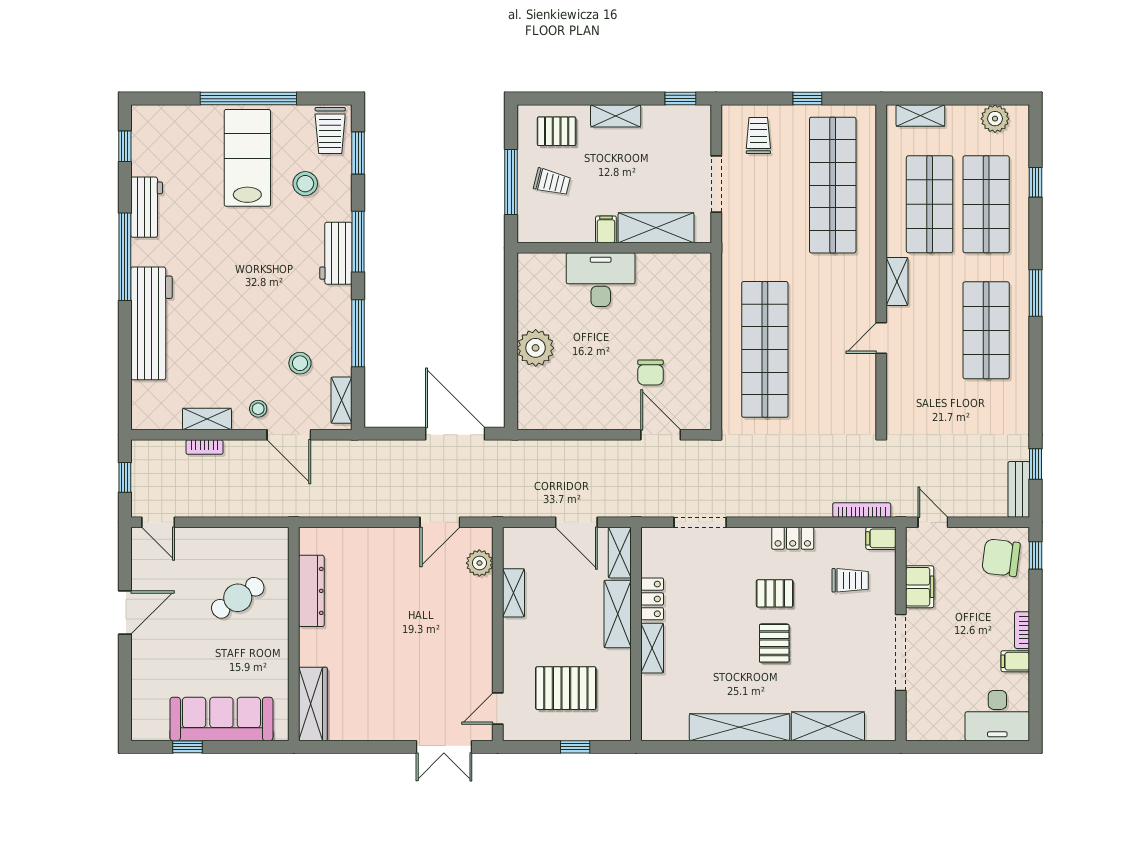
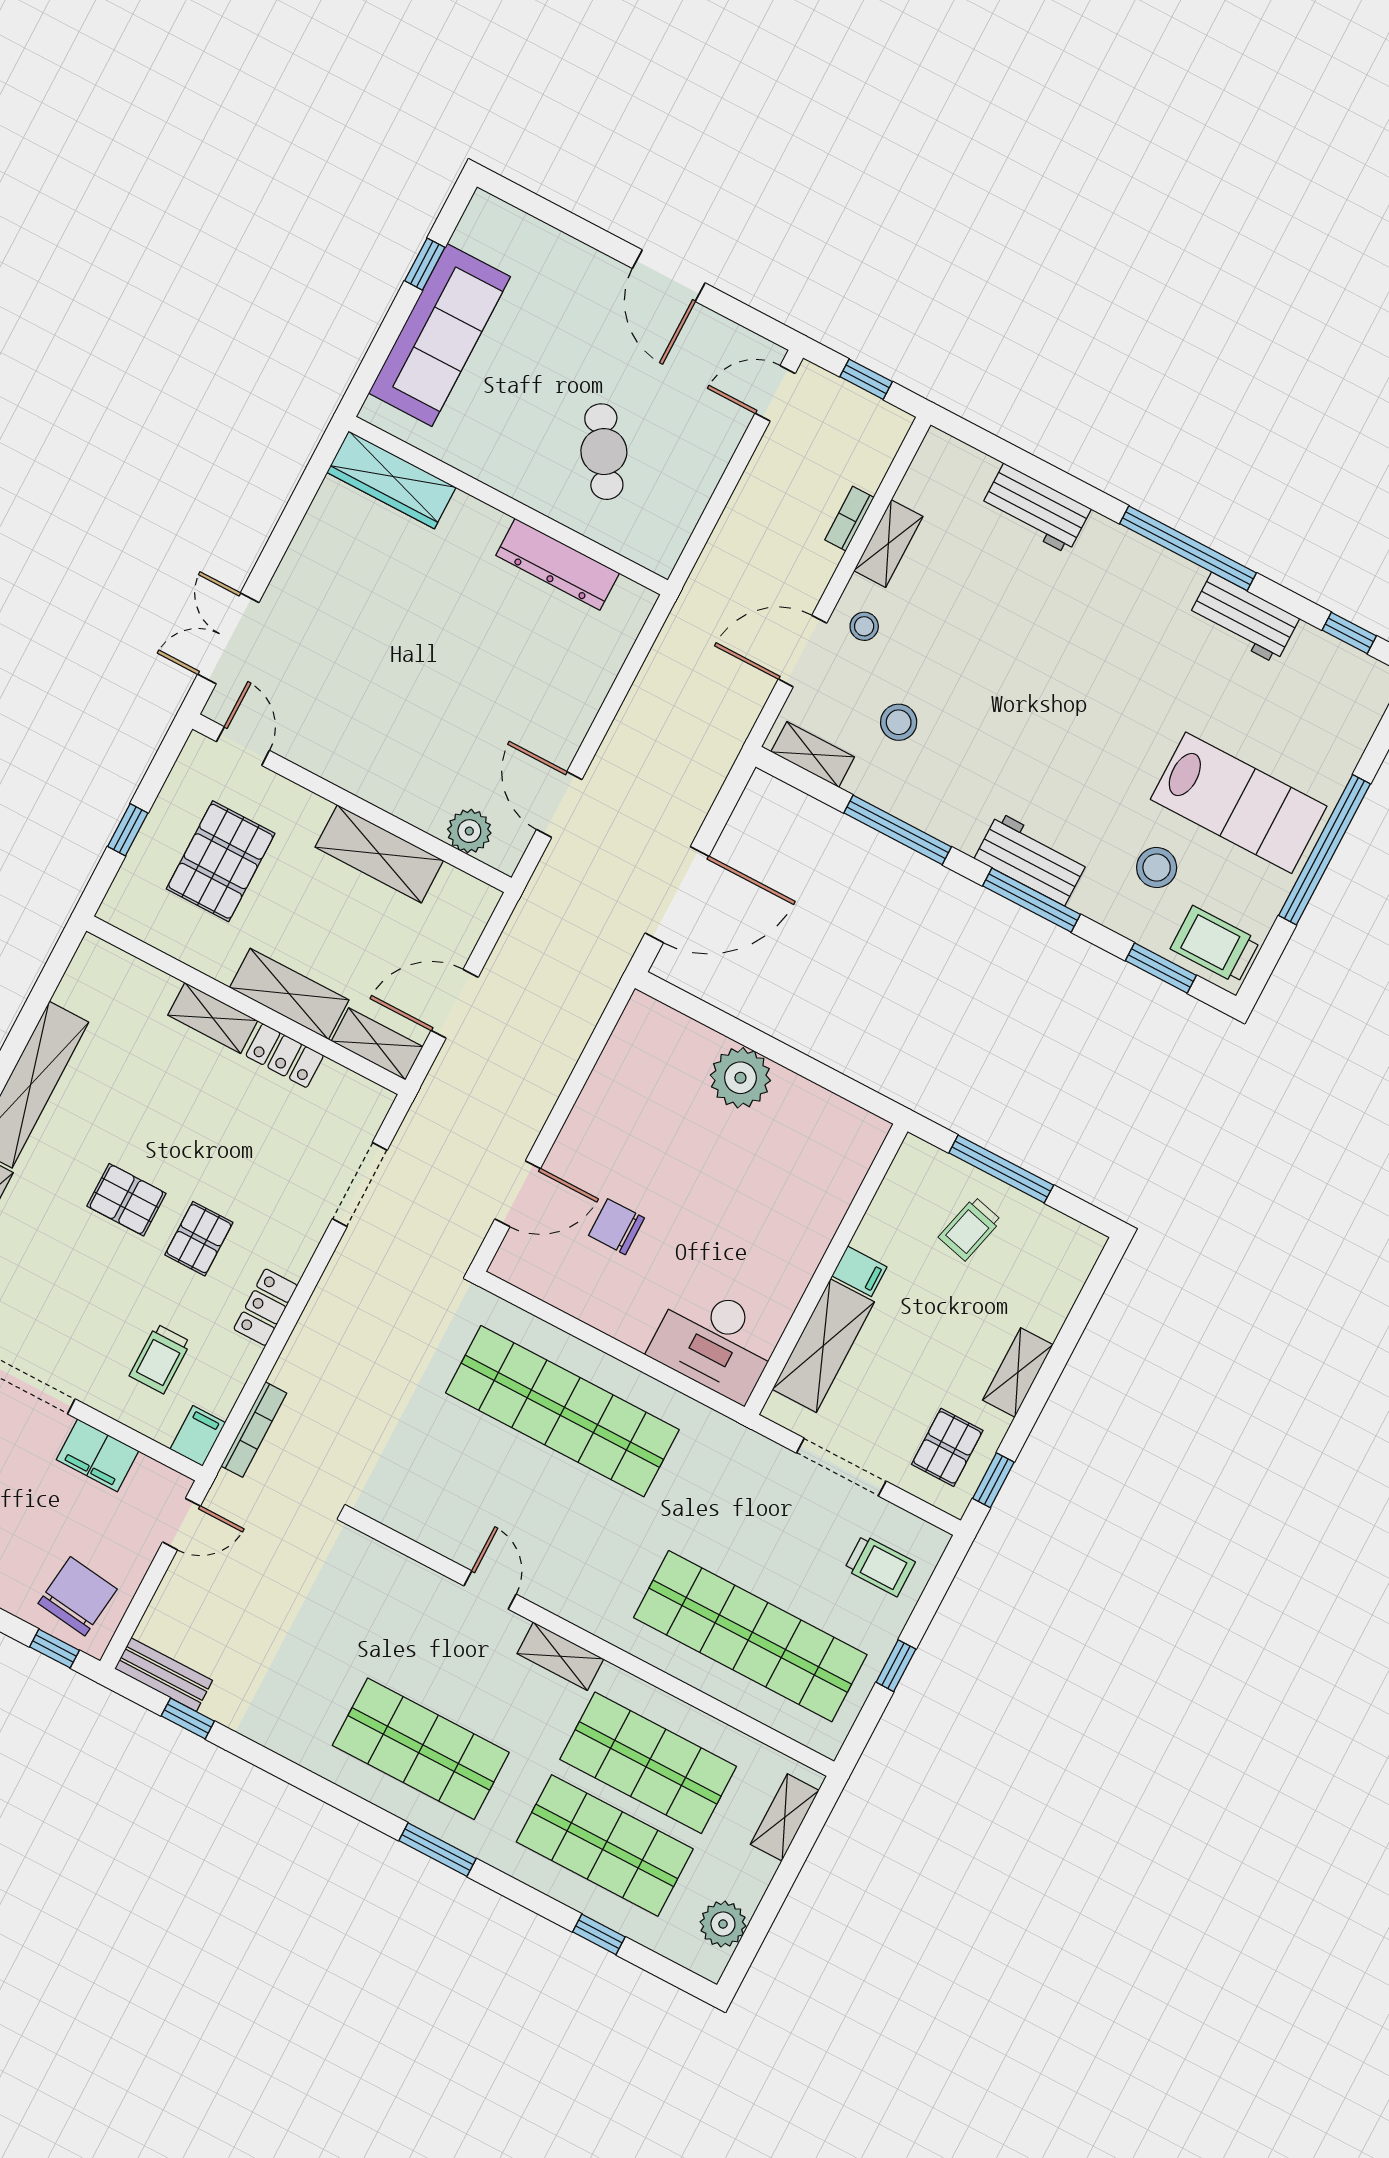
pallet: (557, 131) -> (947, 1447), moved
desk: (601, 280) -> (715, 1342), moved, turned 90
workbench: (152, 323) -> (1036, 509), width x0.53, depth x0.76
shelving: (513, 593) -> (379, 854), width x1.50, depth x1.33

